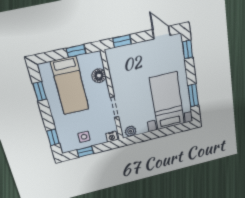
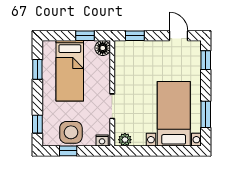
floor lamp: (99, 76) -> (103, 48), moved
side table: (84, 137) -> (71, 132), width x1.87, depth x1.87

